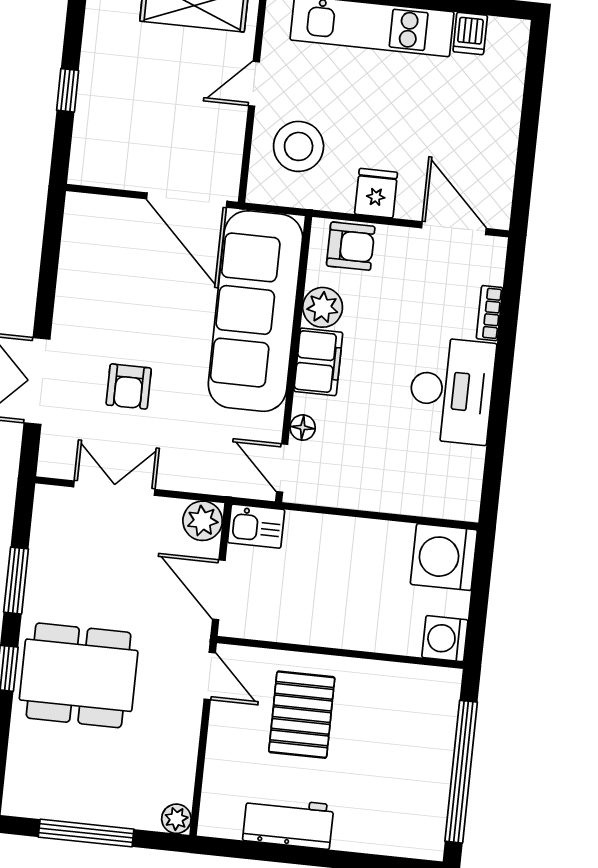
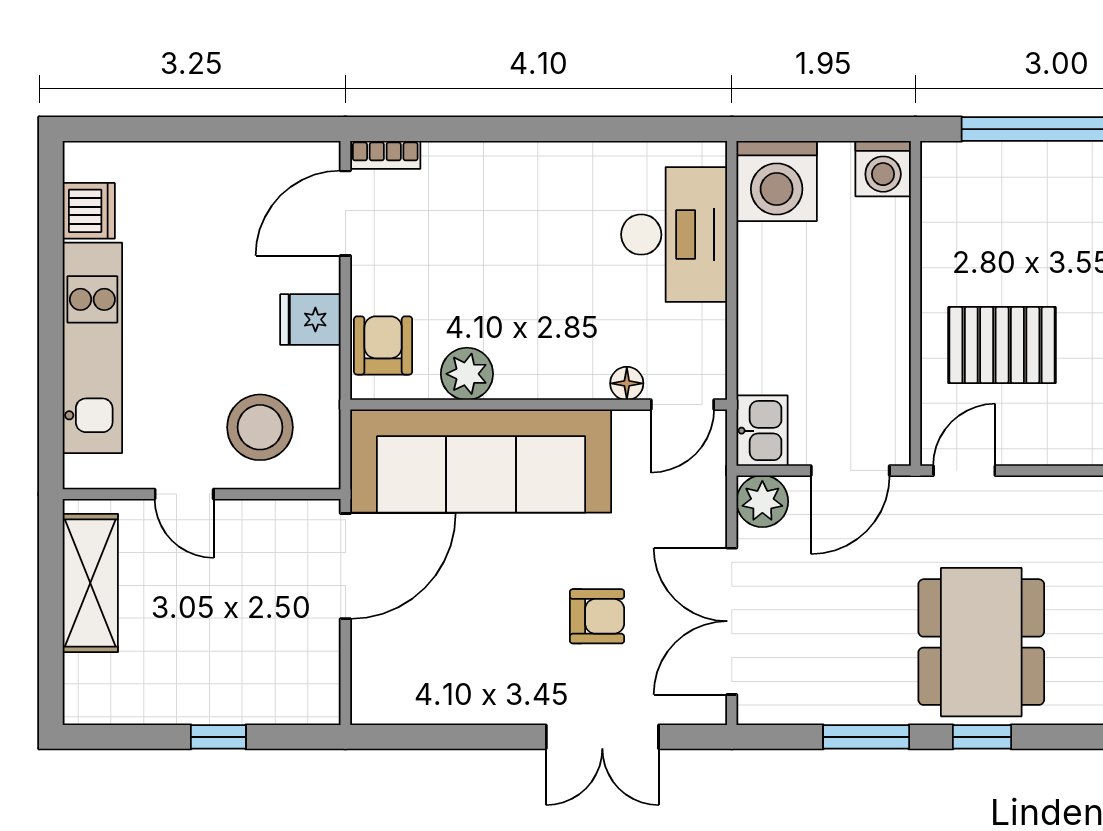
dishwasher: (470, 33) -> (89, 211), width x1.38
bookcase: (490, 313) -> (385, 155), moved
filing cabinet: (318, 362) -> (539, 372), removed
desk: (452, 390) -> (674, 235), moved, turned 90
double door: (114, 488) -> (732, 621), width x1.37

